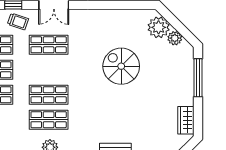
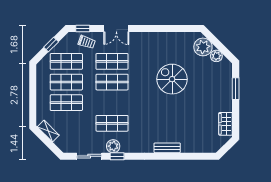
window: (198, 78) -> (236, 89), width x0.69
shop shelf: (49, 95) -> (112, 82), moved

